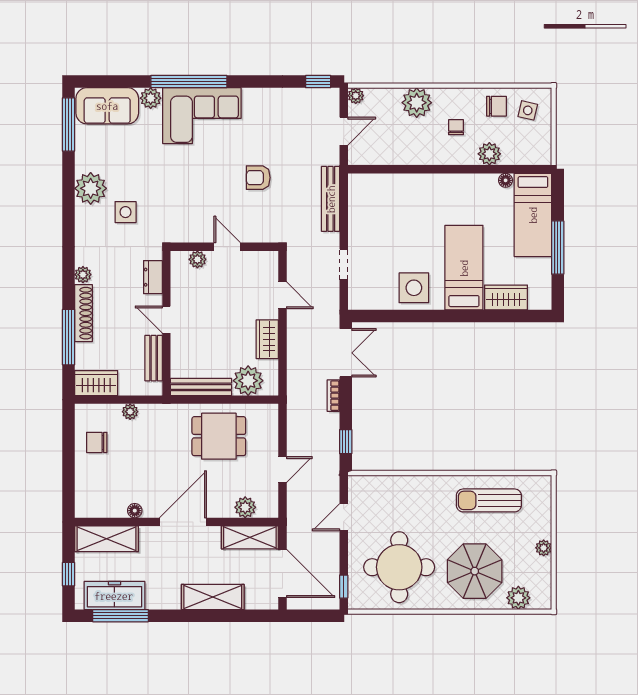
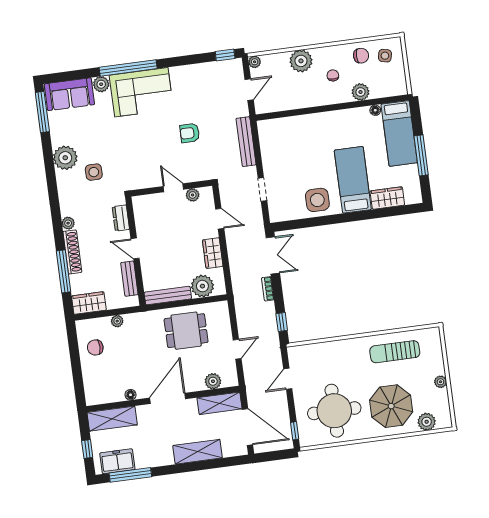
plant: (197, 259) -> (193, 195), moved
freezer: (114, 596) -> (117, 461), width x0.71

